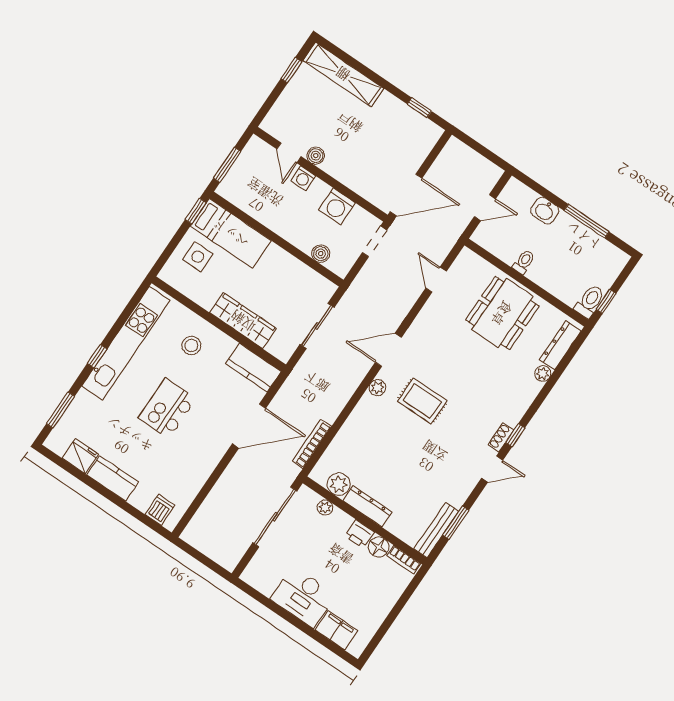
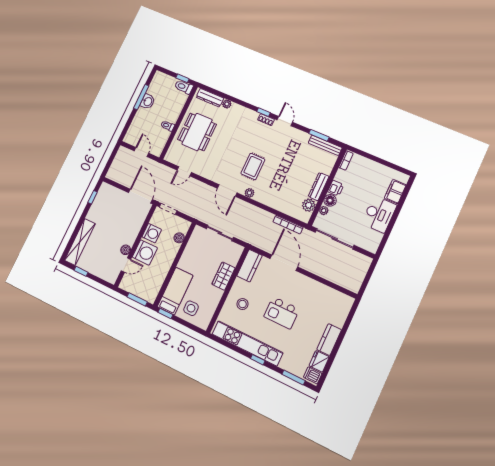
washing machine: (303, 178) -> (145, 252), width x1.89, depth x1.89
washbasin: (545, 211) -> (148, 102), moved
dining table: (502, 313) -> (197, 132), turned 90
wardrobe: (243, 321) -> (223, 276), width x0.67
dishwasher: (160, 510) -> (313, 375), moved
floor lamp: (379, 547) -> (330, 200), moved

